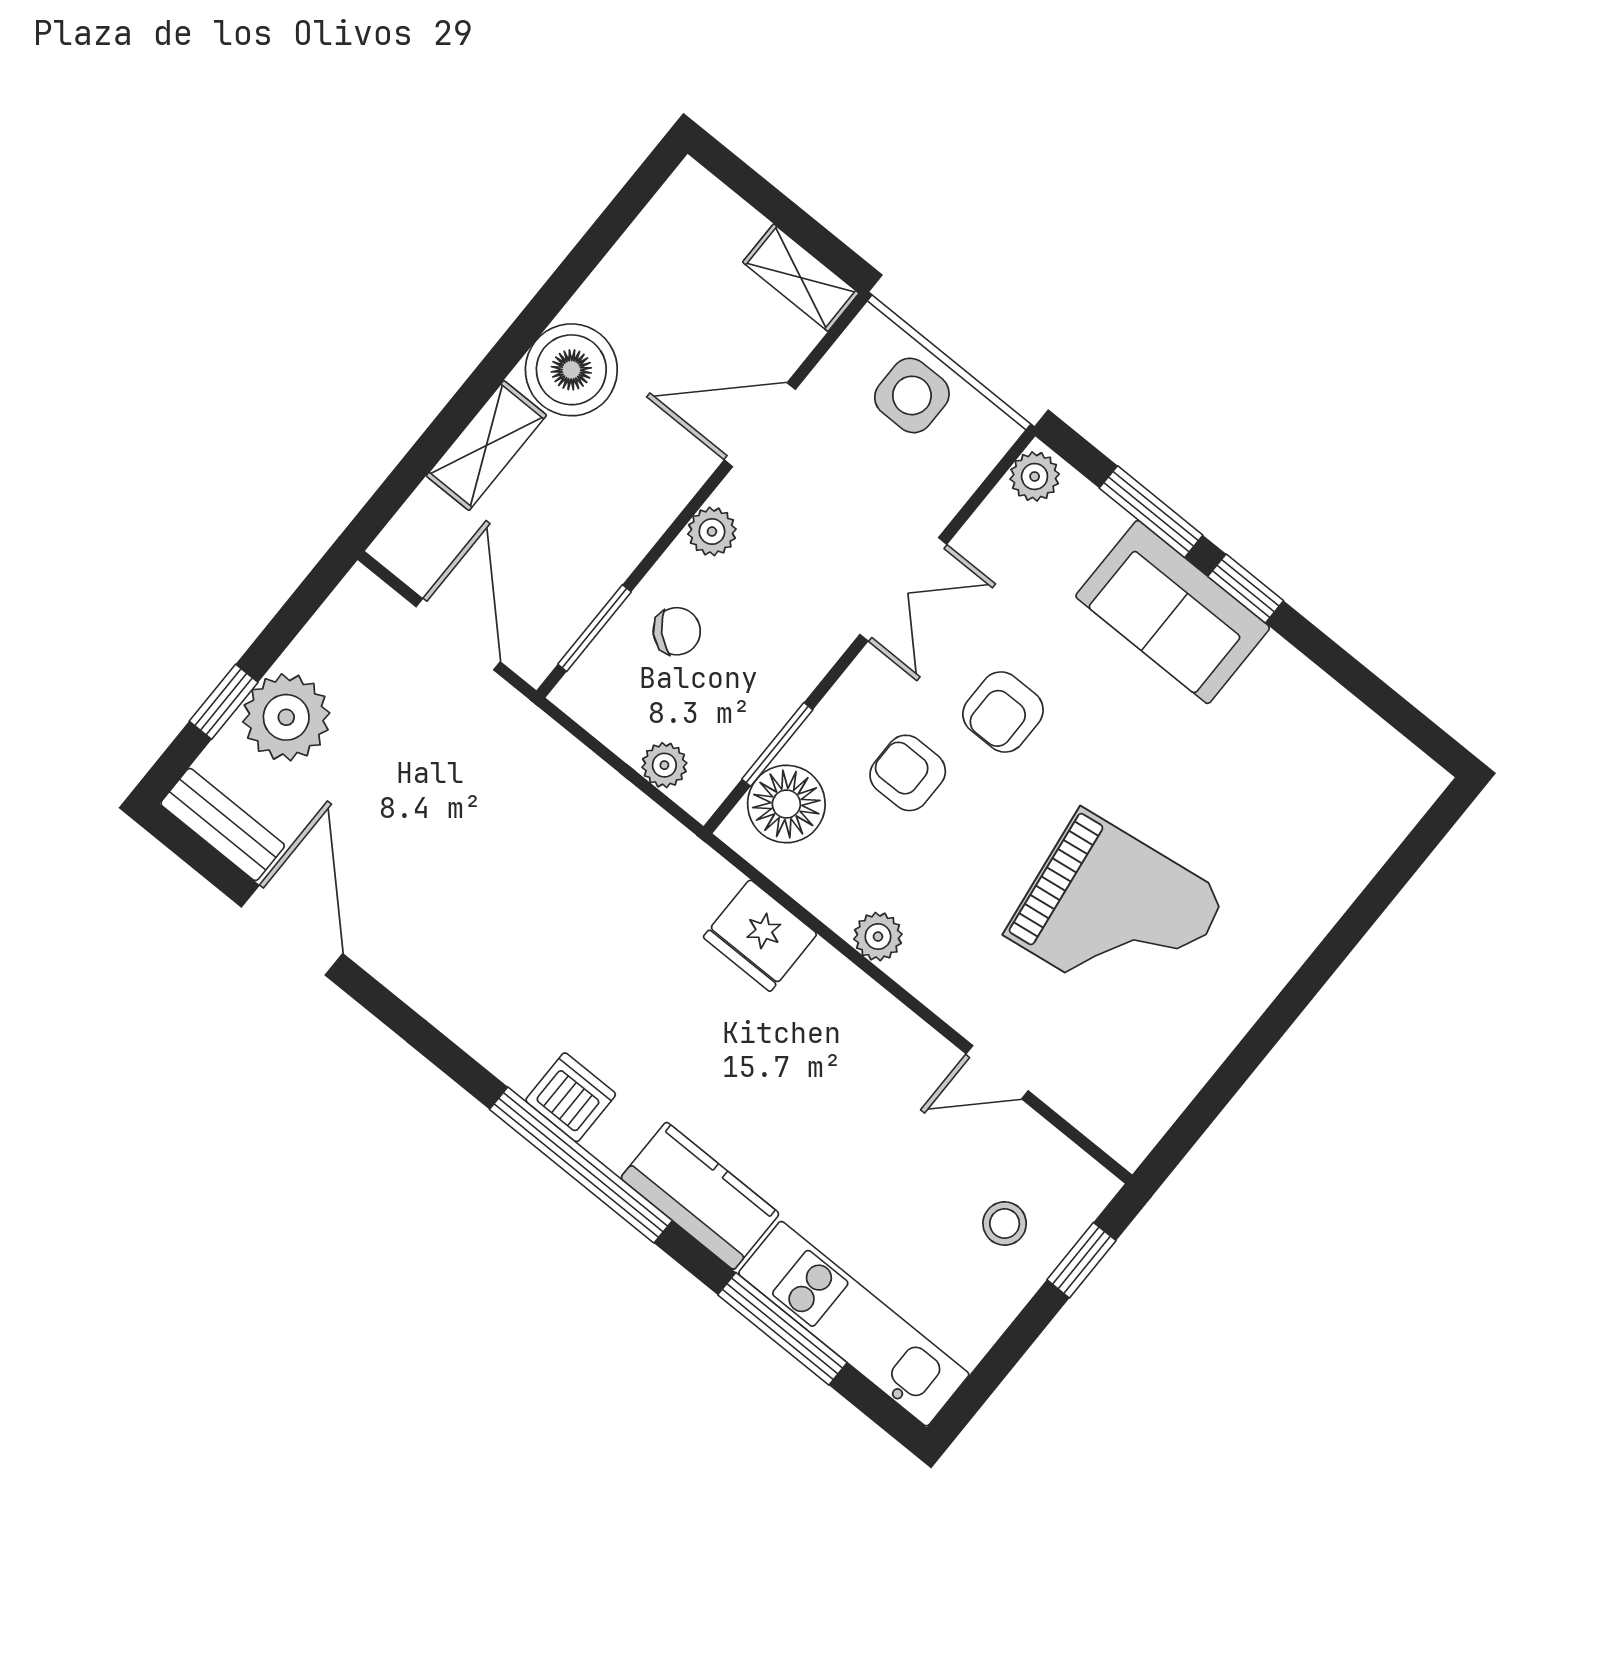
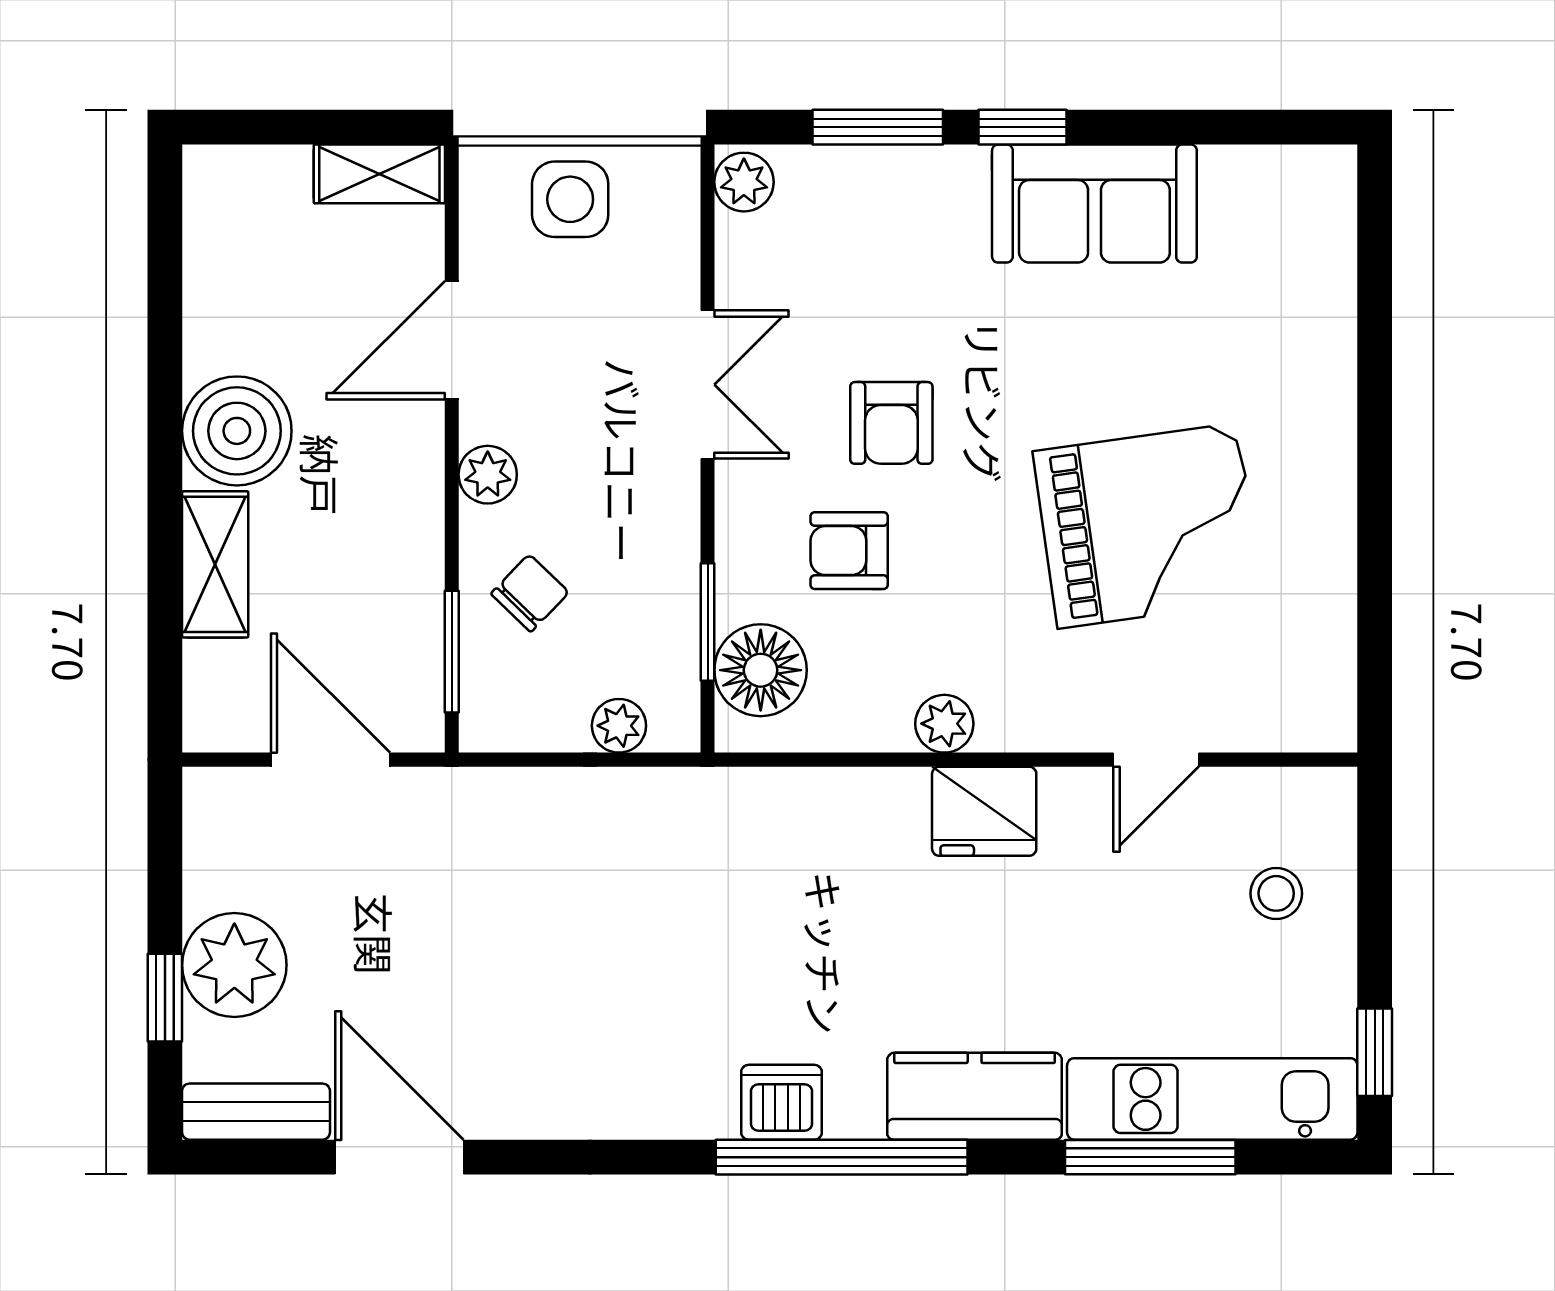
sofa: (1173, 612) -> (1094, 204), moved
fridge: (760, 936) -> (984, 811), moved
window: (1081, 1260) -> (1375, 1052), moved

